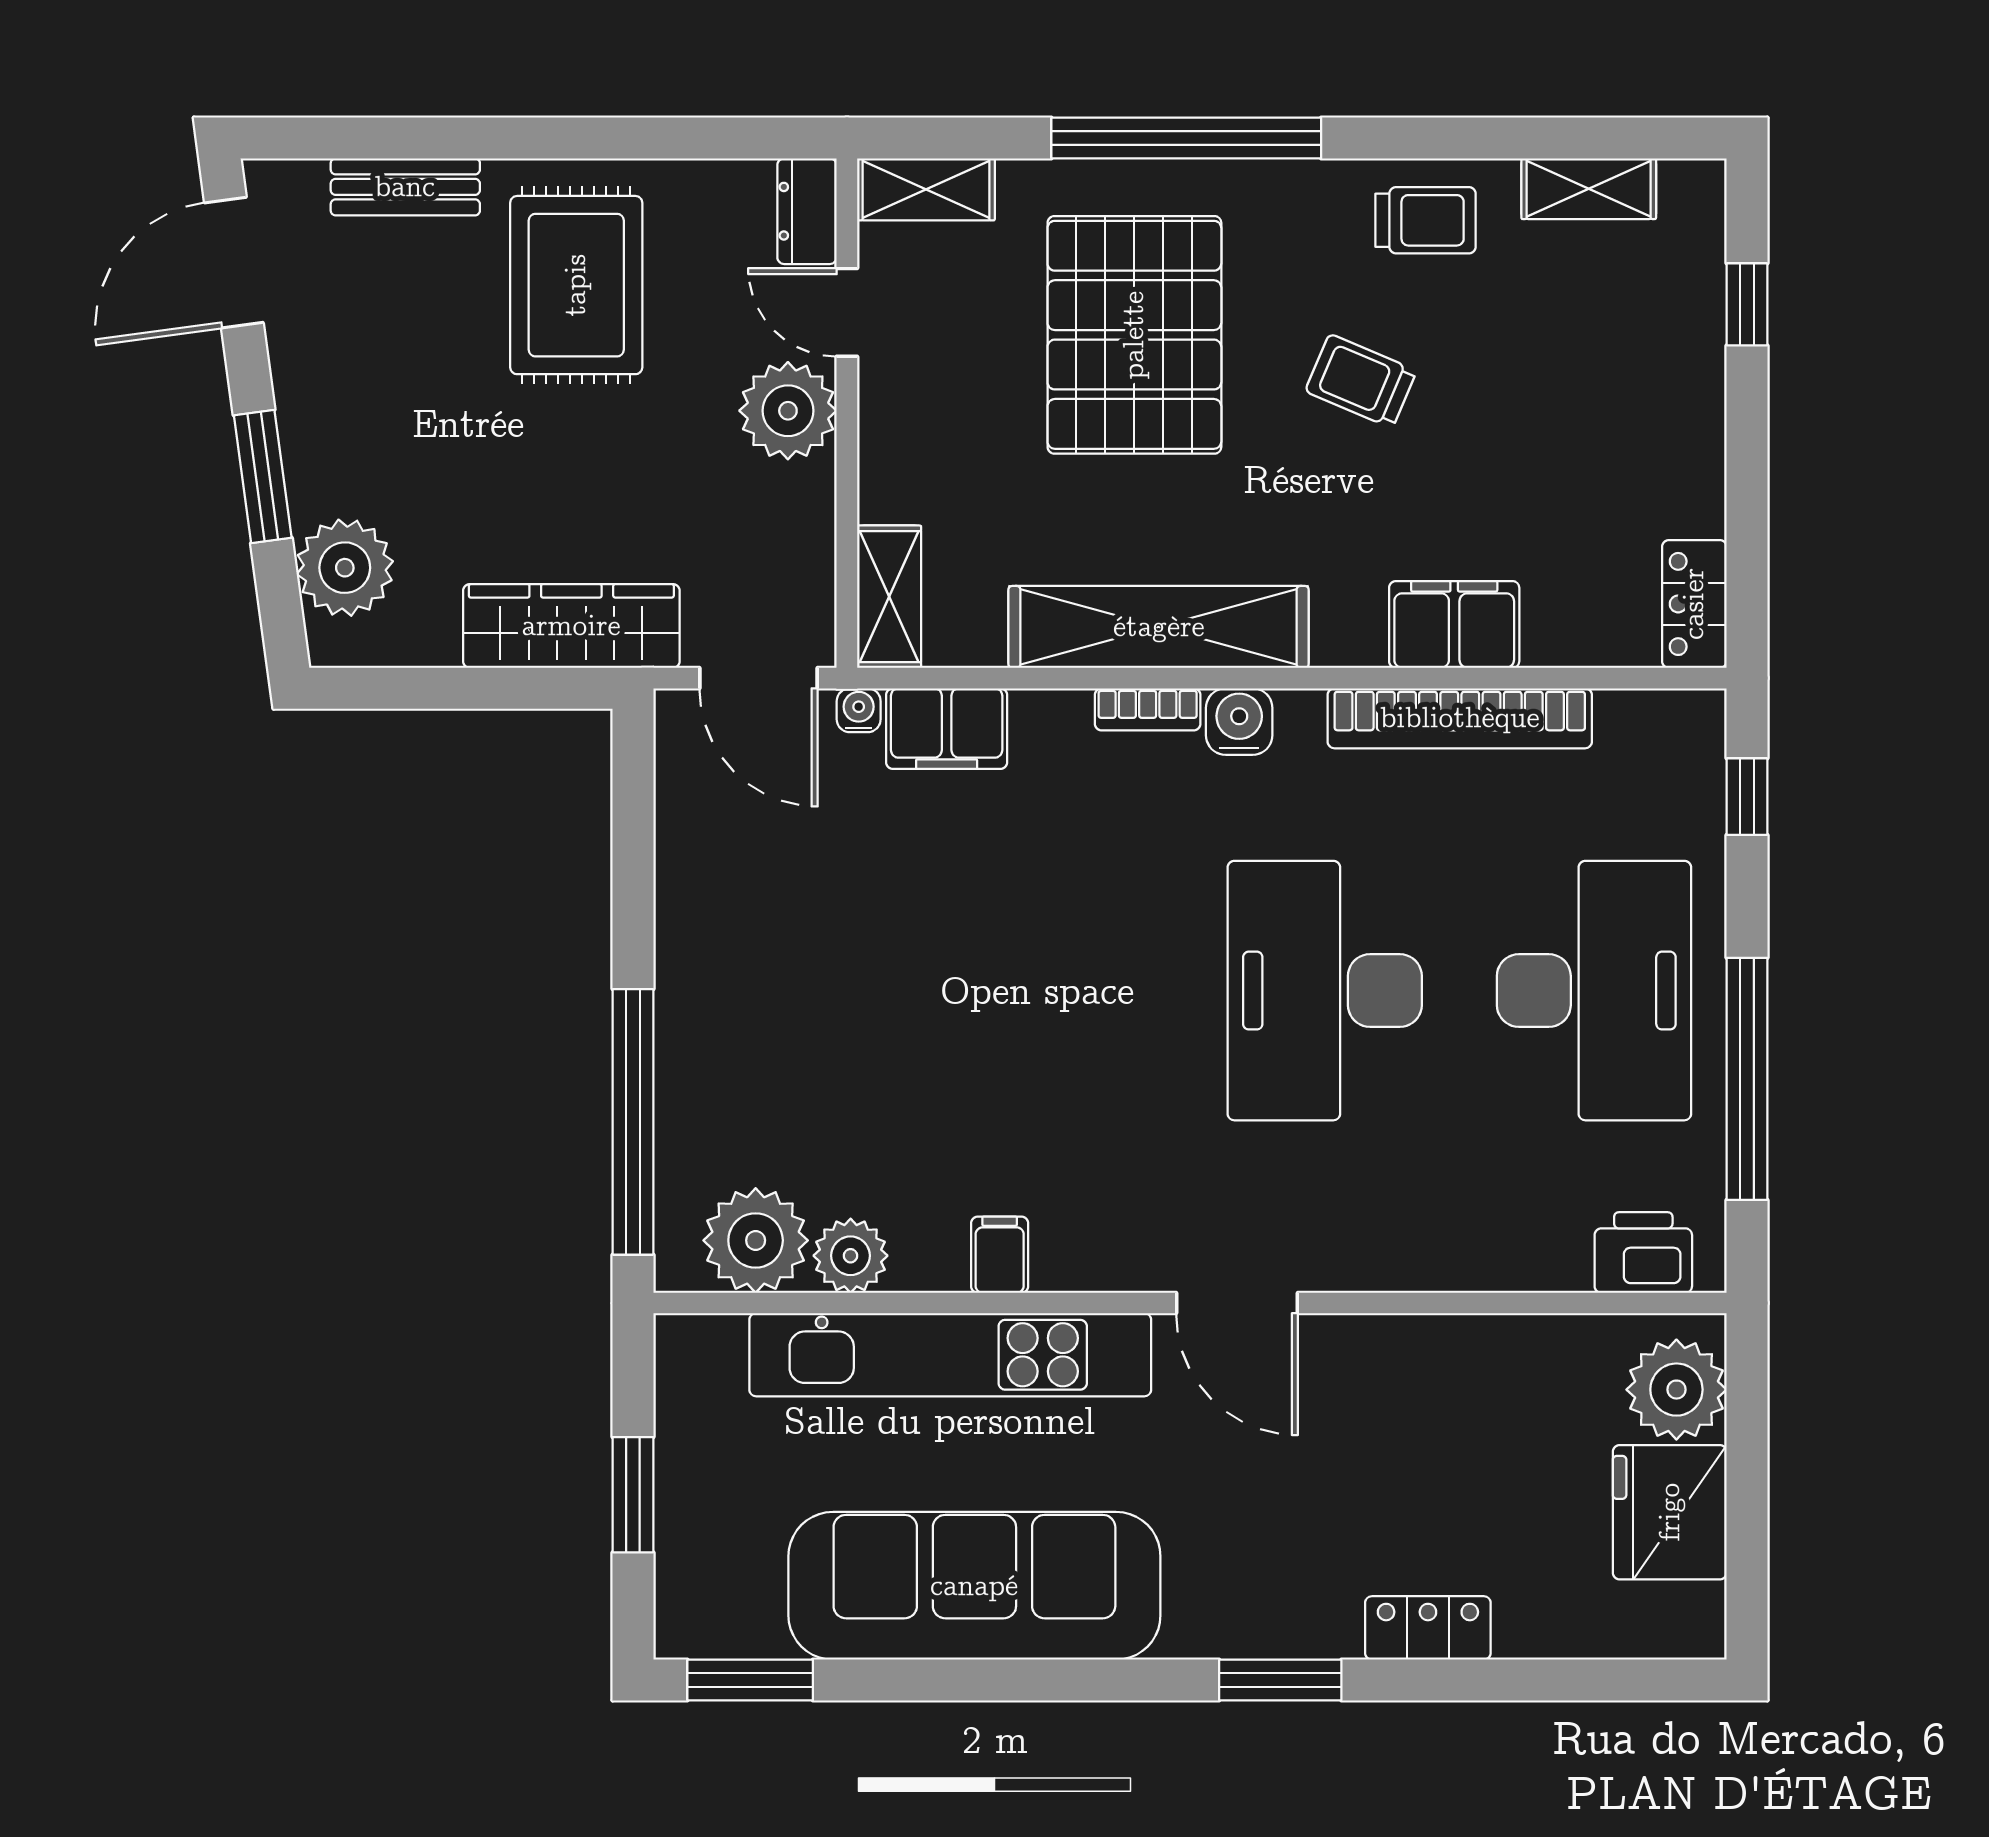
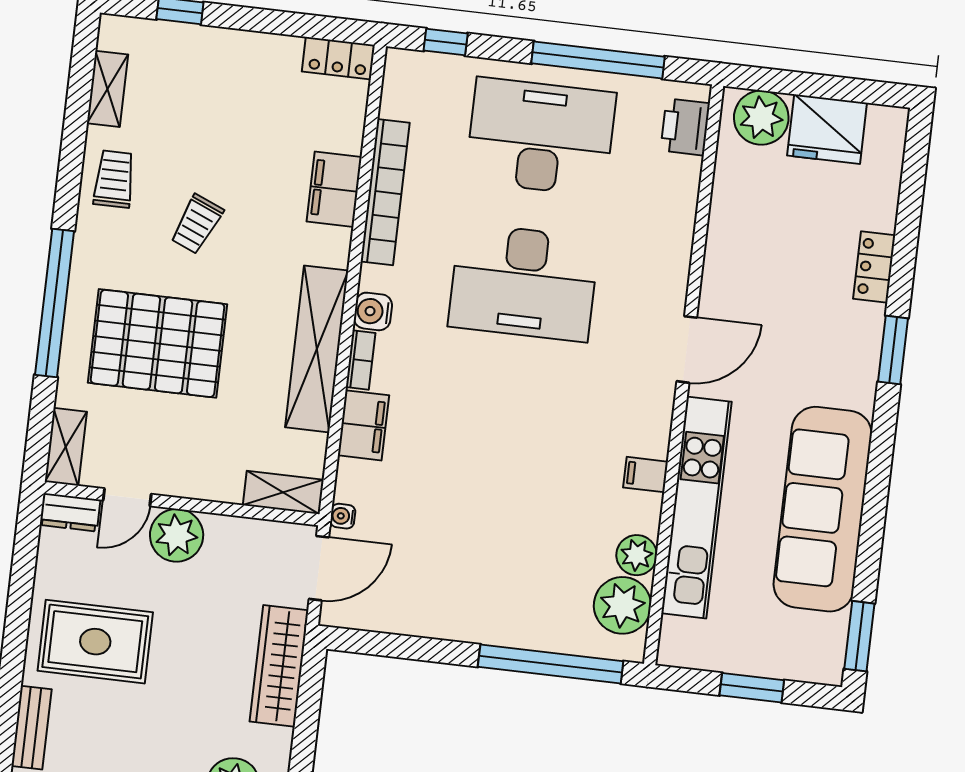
filing cabinet: (947, 729) -> (363, 425), moved

